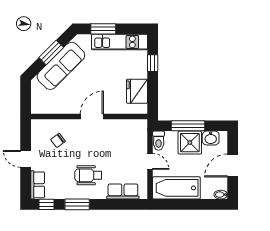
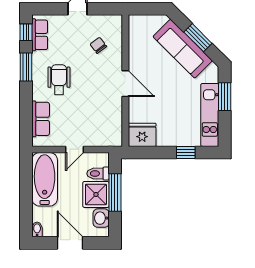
fridge: (137, 91) -> (142, 135), moved
toilet: (159, 141) -> (98, 174), moved
row of seats: (38, 185) -> (40, 35), moved, turned -90

